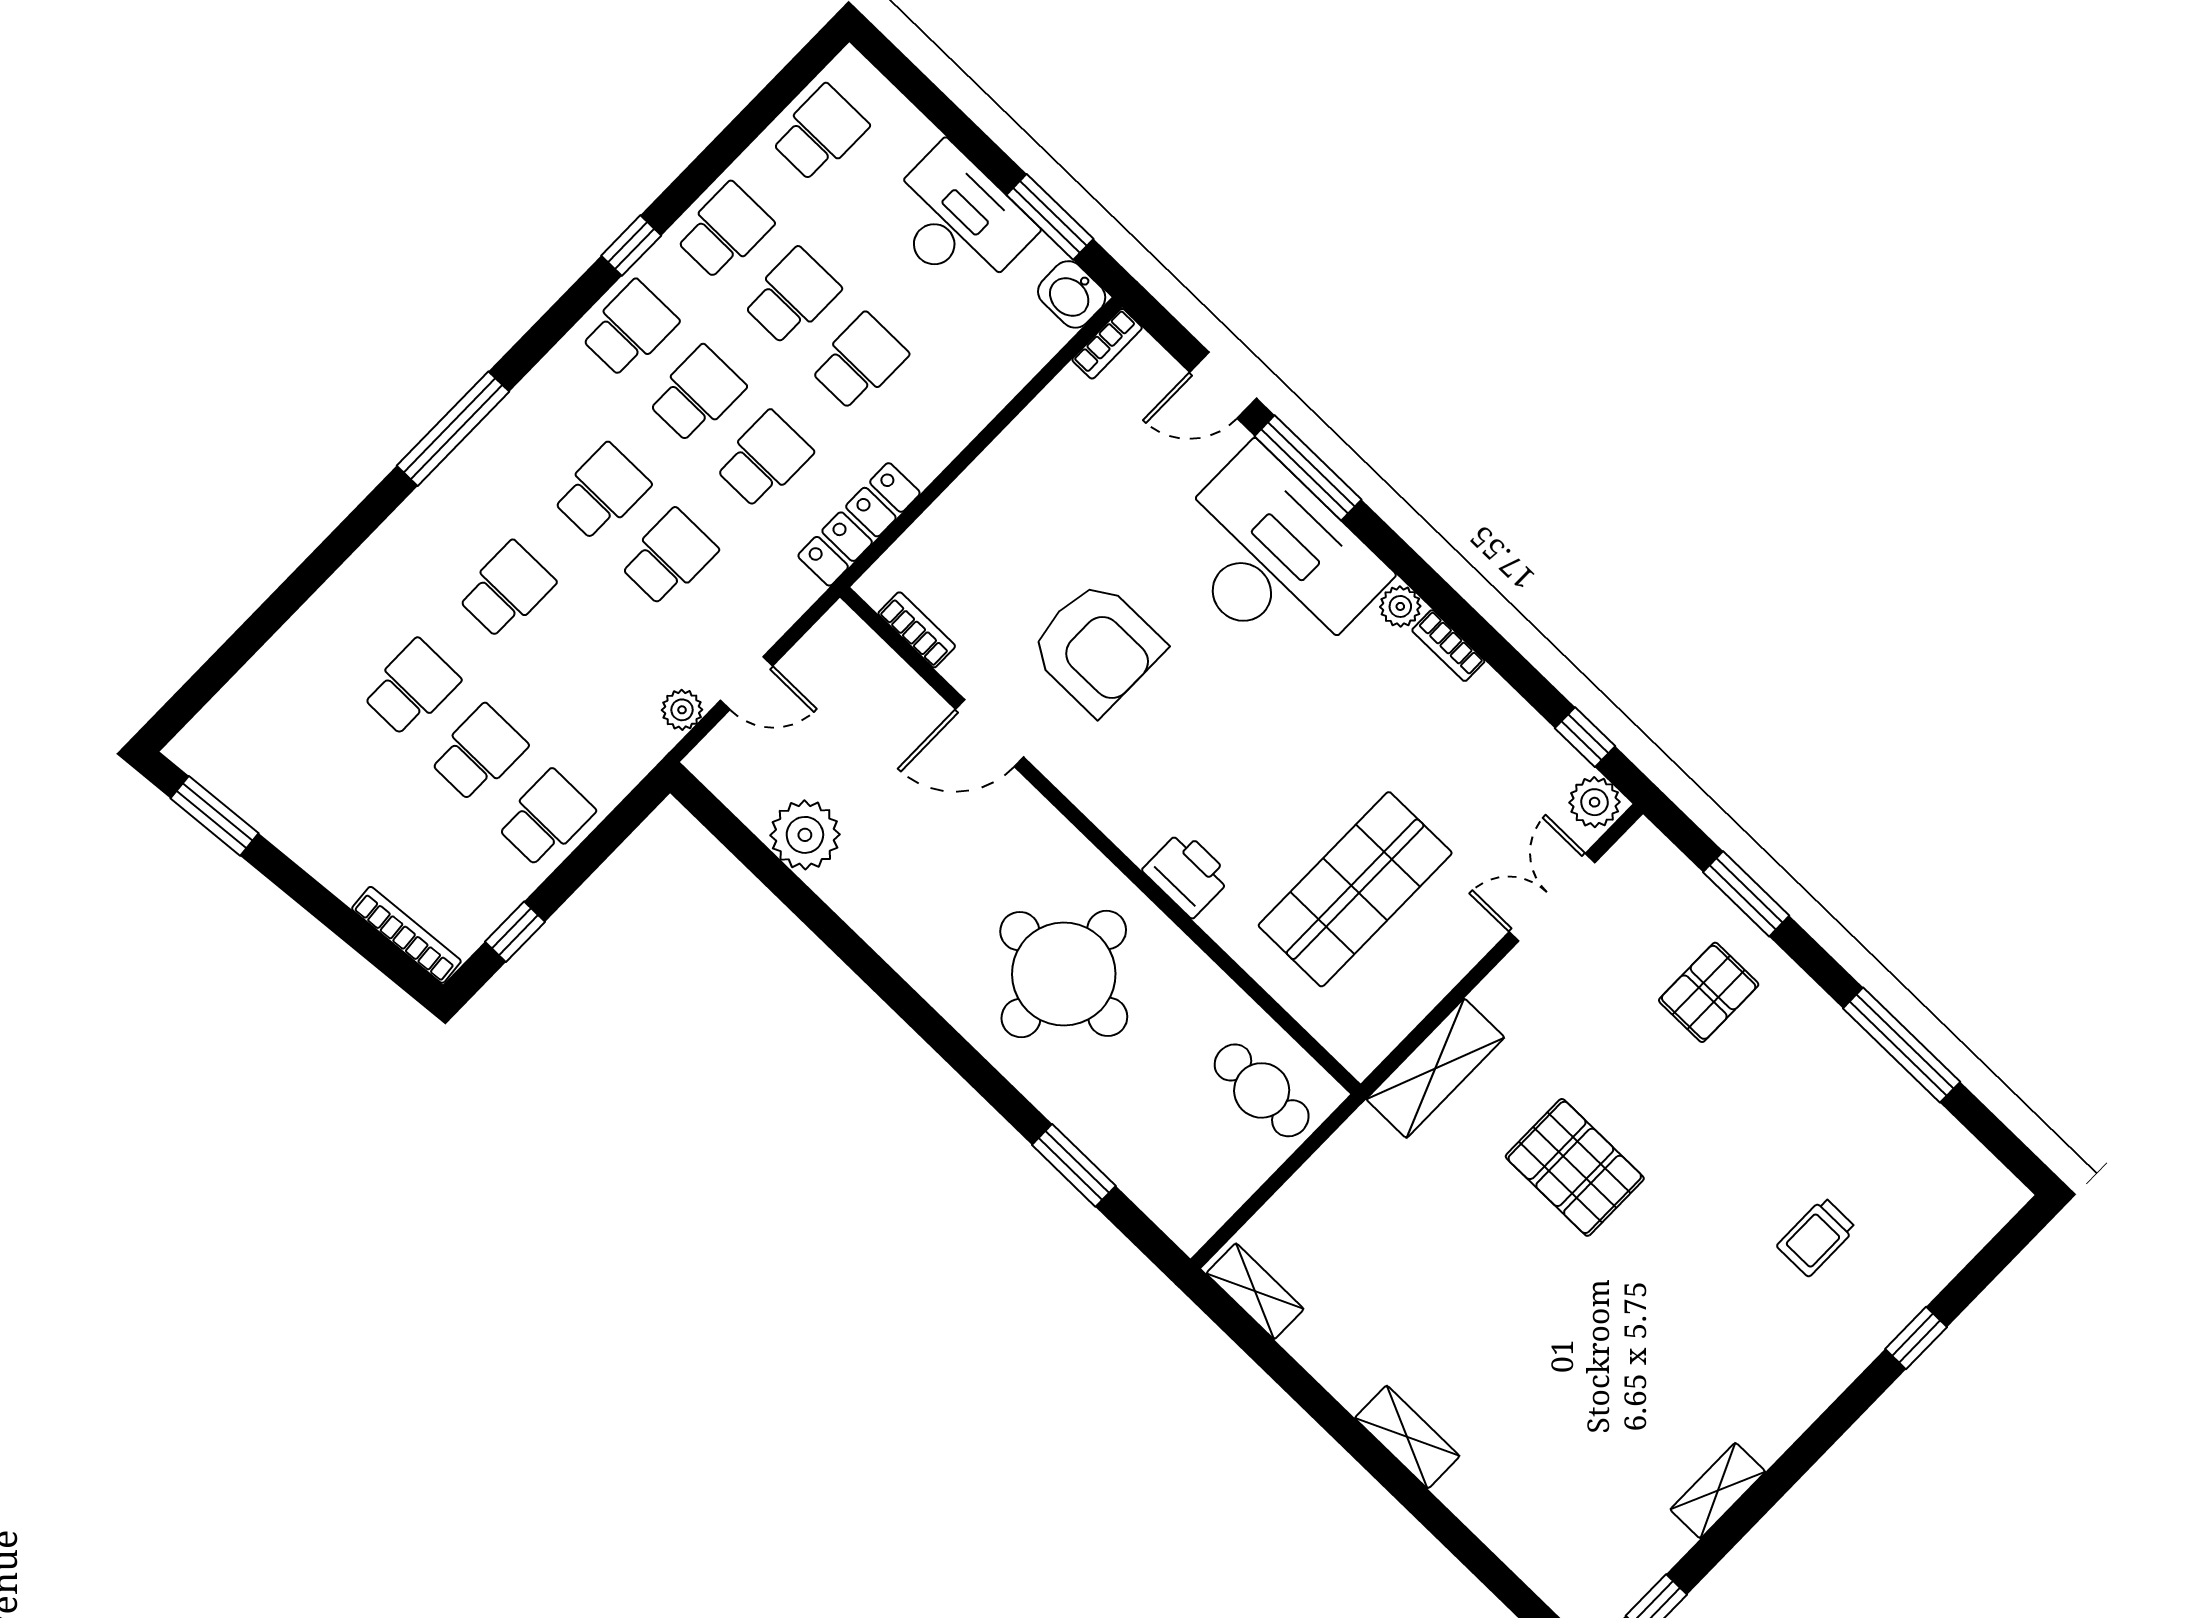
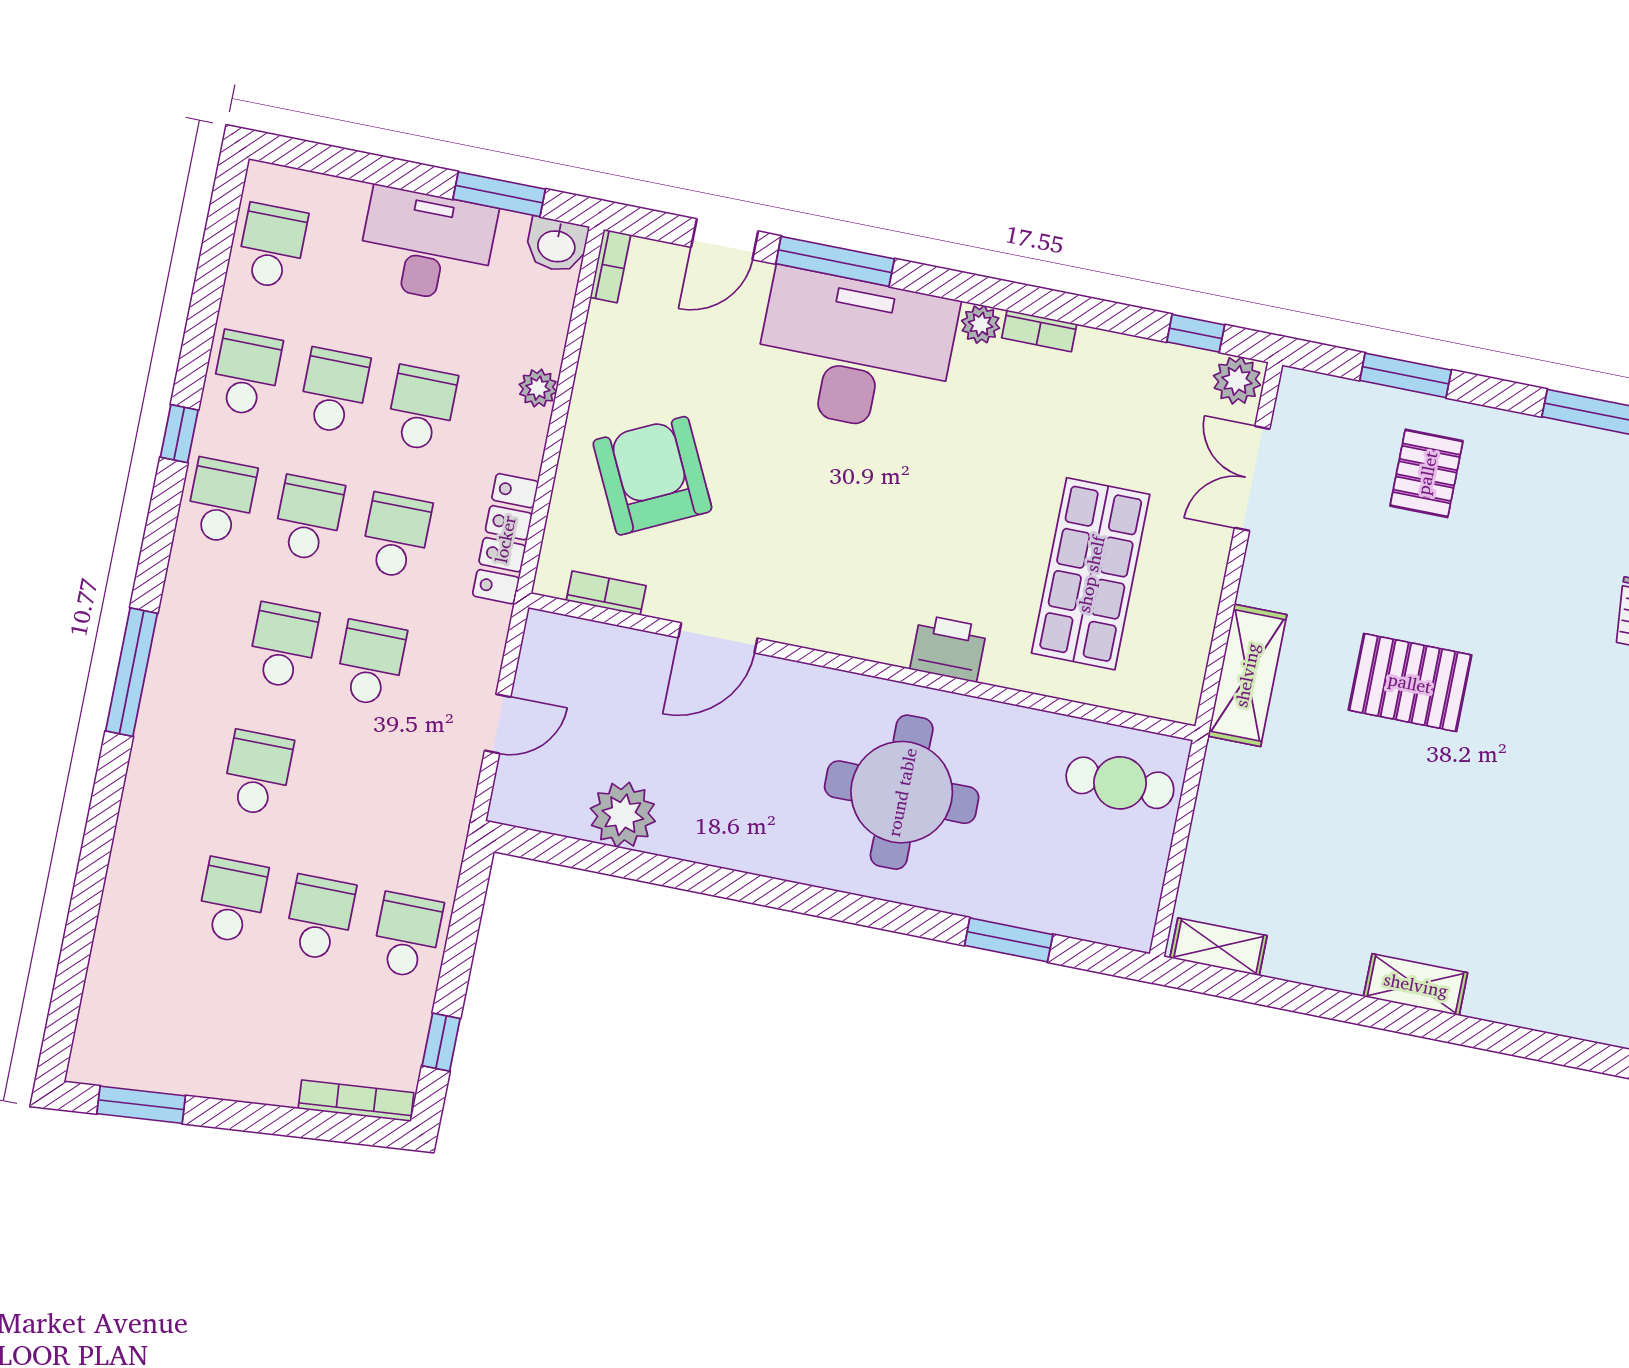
armchair: (1097, 647) -> (652, 476), moved, turned -116
plant: (682, 710) -> (538, 388), moved

